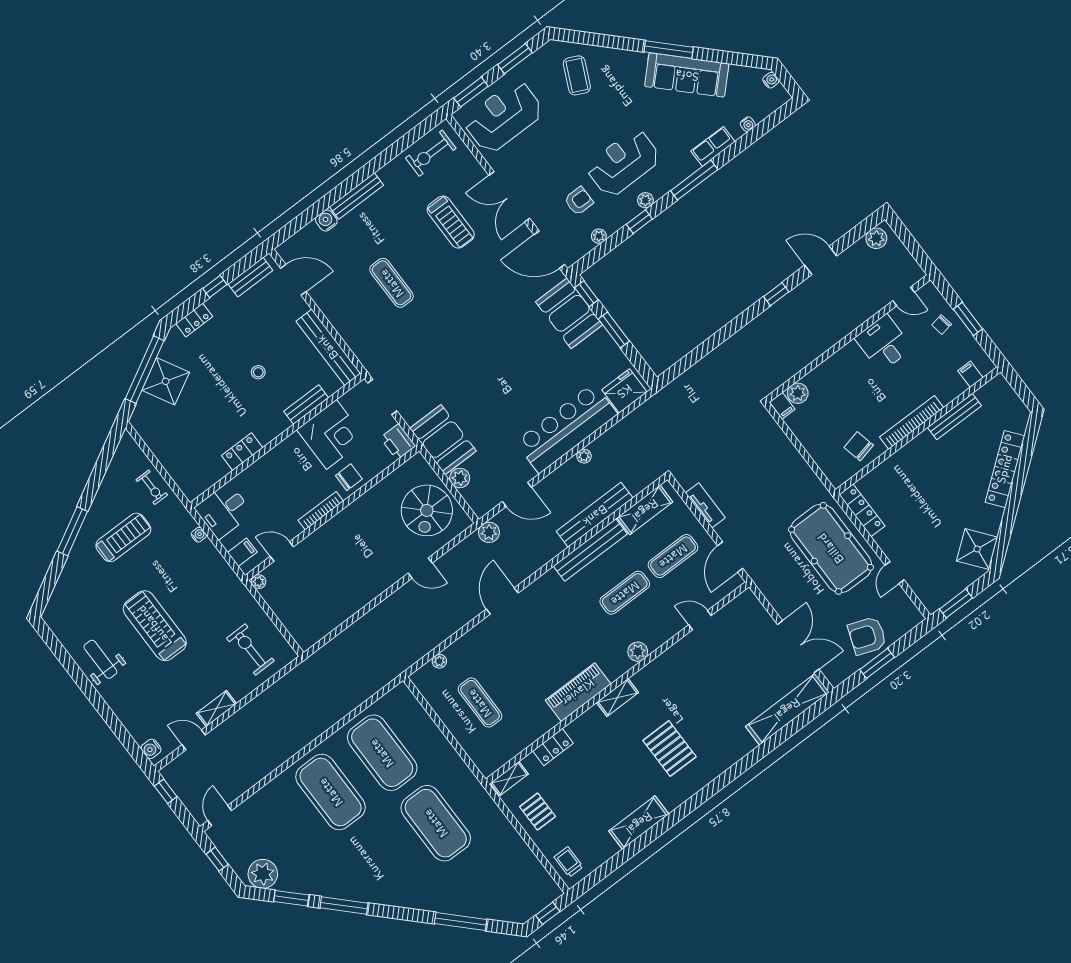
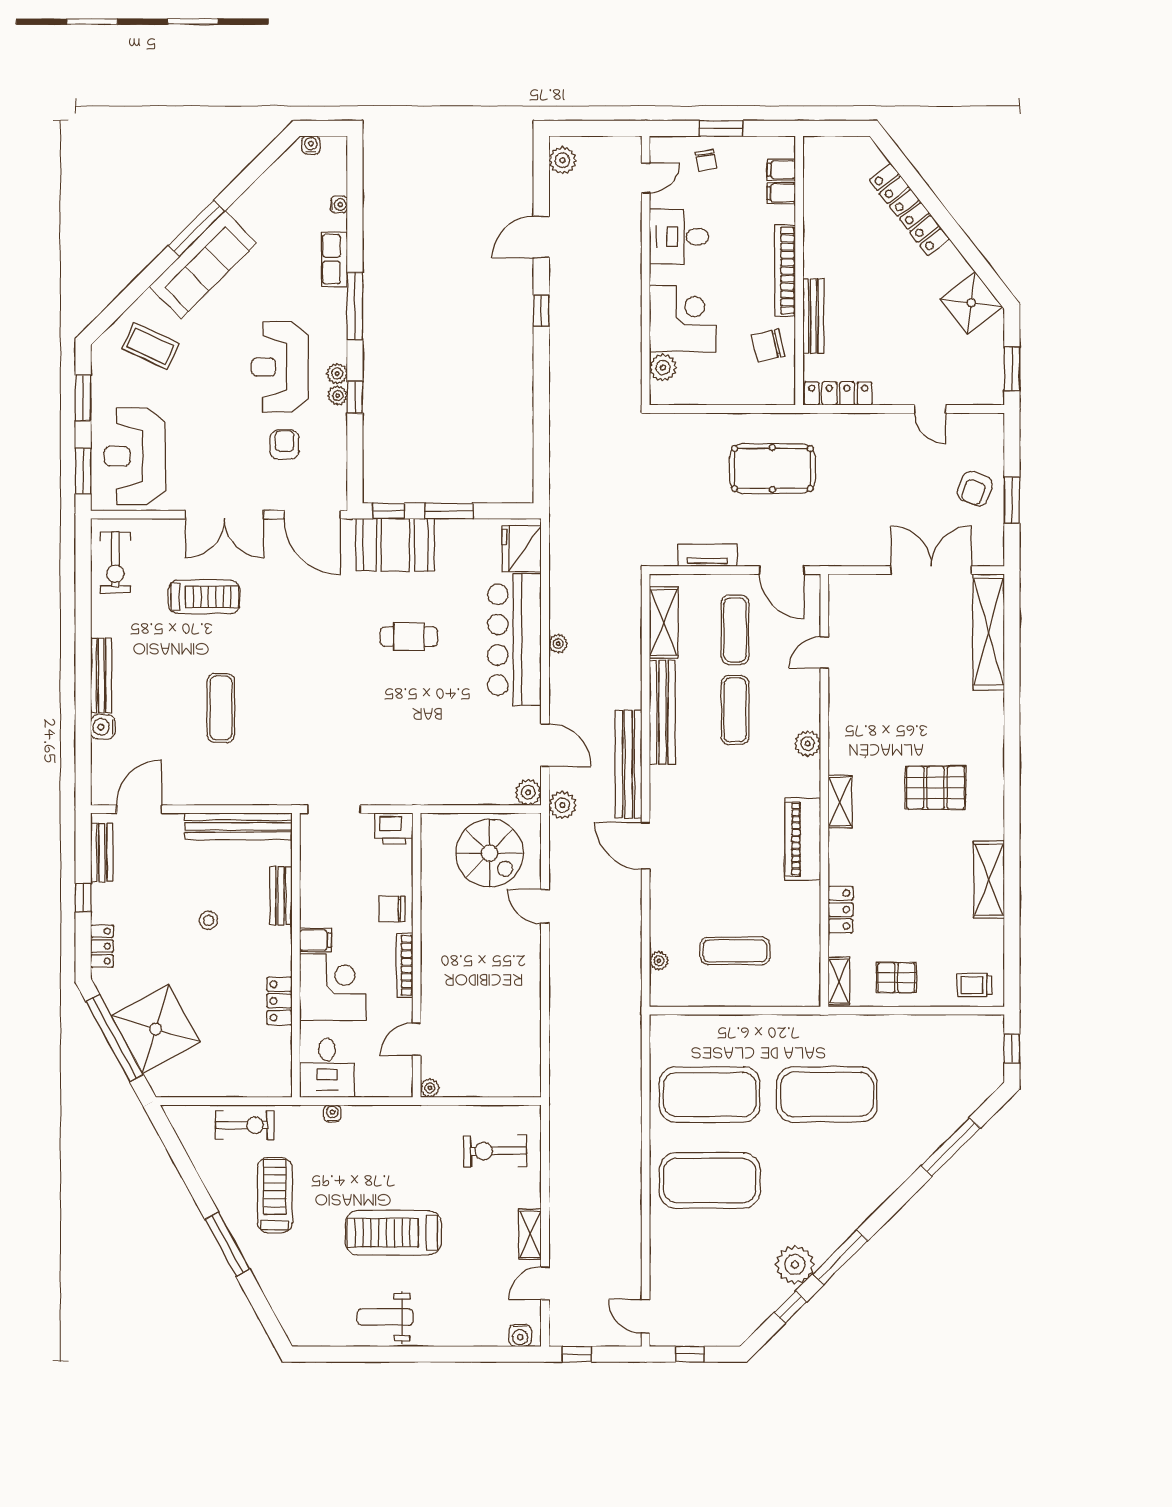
sofa: (687, 75) -> (203, 265), moved
plant: (599, 236) -> (338, 396), moved
door: (549, 250) -> (312, 515), hinge flipped
exercise mat: (392, 283) -> (221, 708), turned 90
cafe table: (520, 363) -> (409, 637), added
shower: (166, 381) -> (156, 1029), width x1.37, depth x1.37
corner desk: (836, 383) -> (683, 319), added
filing cabinet: (782, 406) -> (781, 193), moved, turned 180
bench: (954, 417) -> (813, 316), moved
corner desk: (331, 434) -> (333, 987), moved
booth: (443, 440) -> (428, 779), removed
chair: (349, 477) -> (392, 909), turned -90
plant: (460, 478) -> (528, 792), moved
exercise bike: (152, 487) -> (245, 1125), width x1.38, depth x1.39
door: (517, 495) -> (545, 745), hinge flipped
bench: (595, 515) -> (628, 764), moved
pool table: (831, 548) -> (772, 469), moved, width x0.73, depth x0.76
filing cabinet: (242, 552) -> (316, 940), moved, turned 90
door: (420, 568) -> (545, 906), swing flipped
armchair: (867, 636) -> (975, 489), width x0.72, depth x0.72
plant: (263, 874) -> (795, 1265), moved
window: (291, 898) -> (790, 1307), width x0.67

